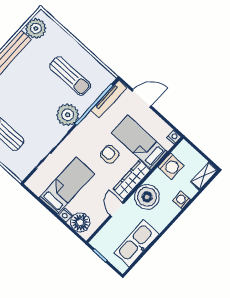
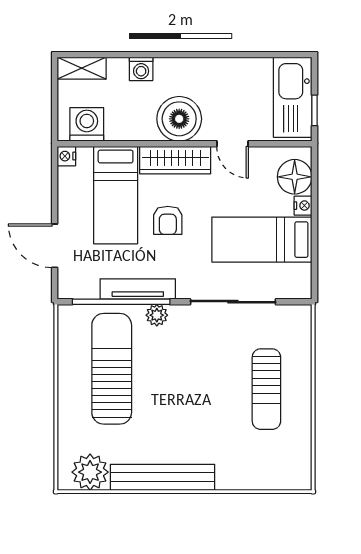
sun lounger: (70, 76) -> (112, 369), width x1.36, depth x1.34
tv unit: (109, 99) -> (138, 289), moved
plant: (68, 115) -> (157, 315), width x0.53, depth x0.53
washing machine: (171, 166) -> (87, 124), moved
door: (117, 209) -> (233, 144), hinge flipped
kitchen sink: (136, 243) -> (293, 97), moved, turned 90

